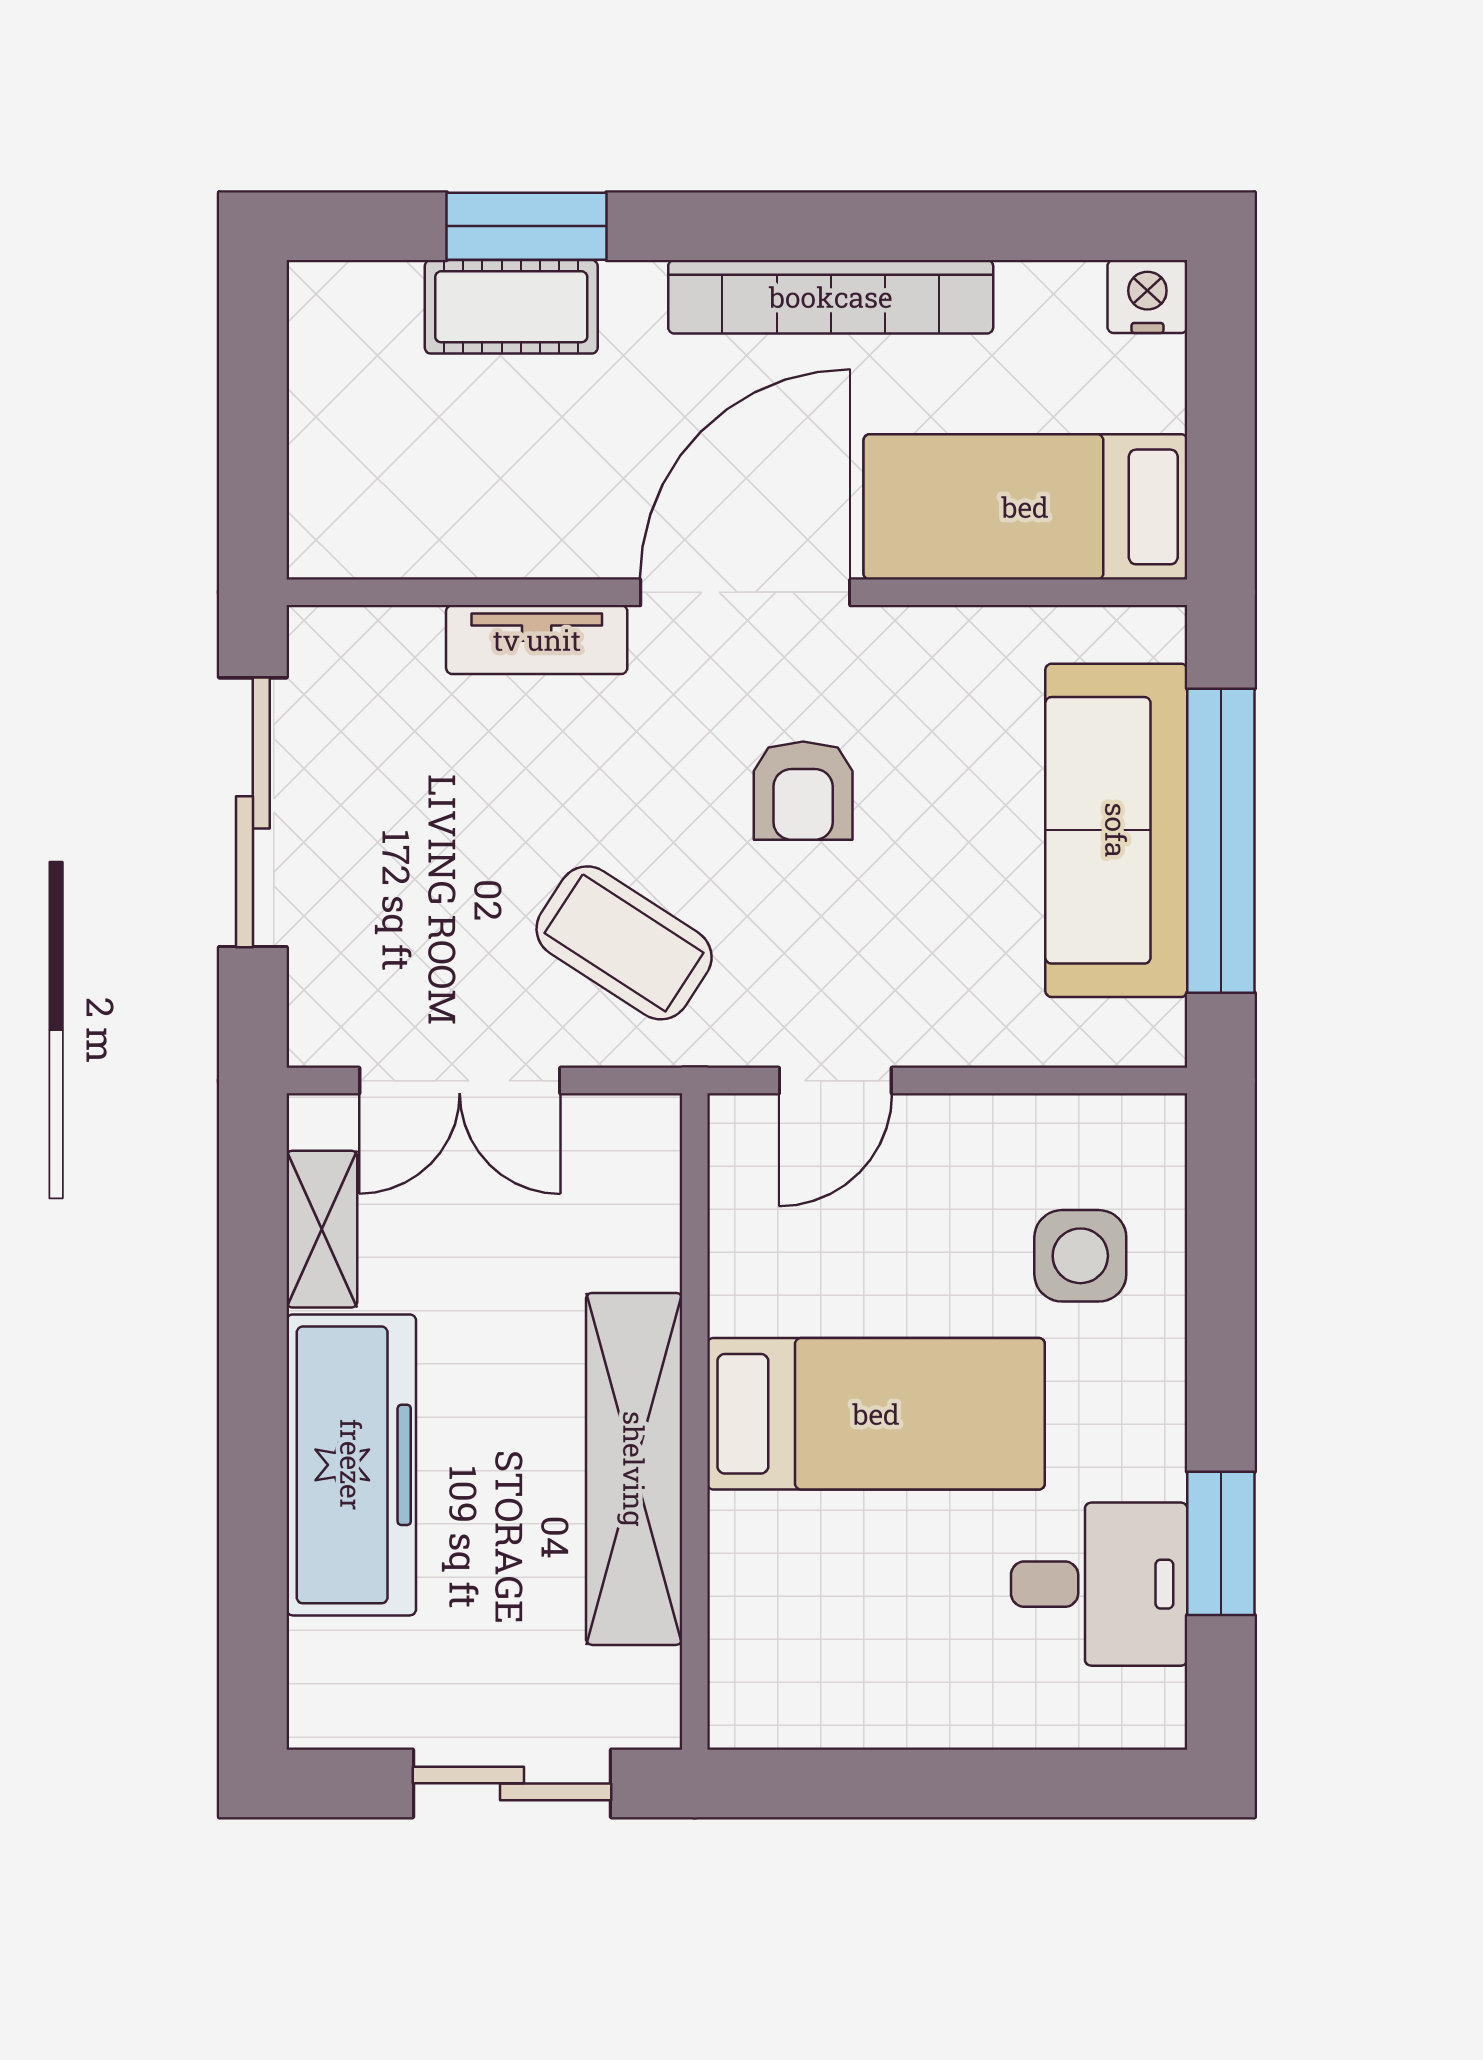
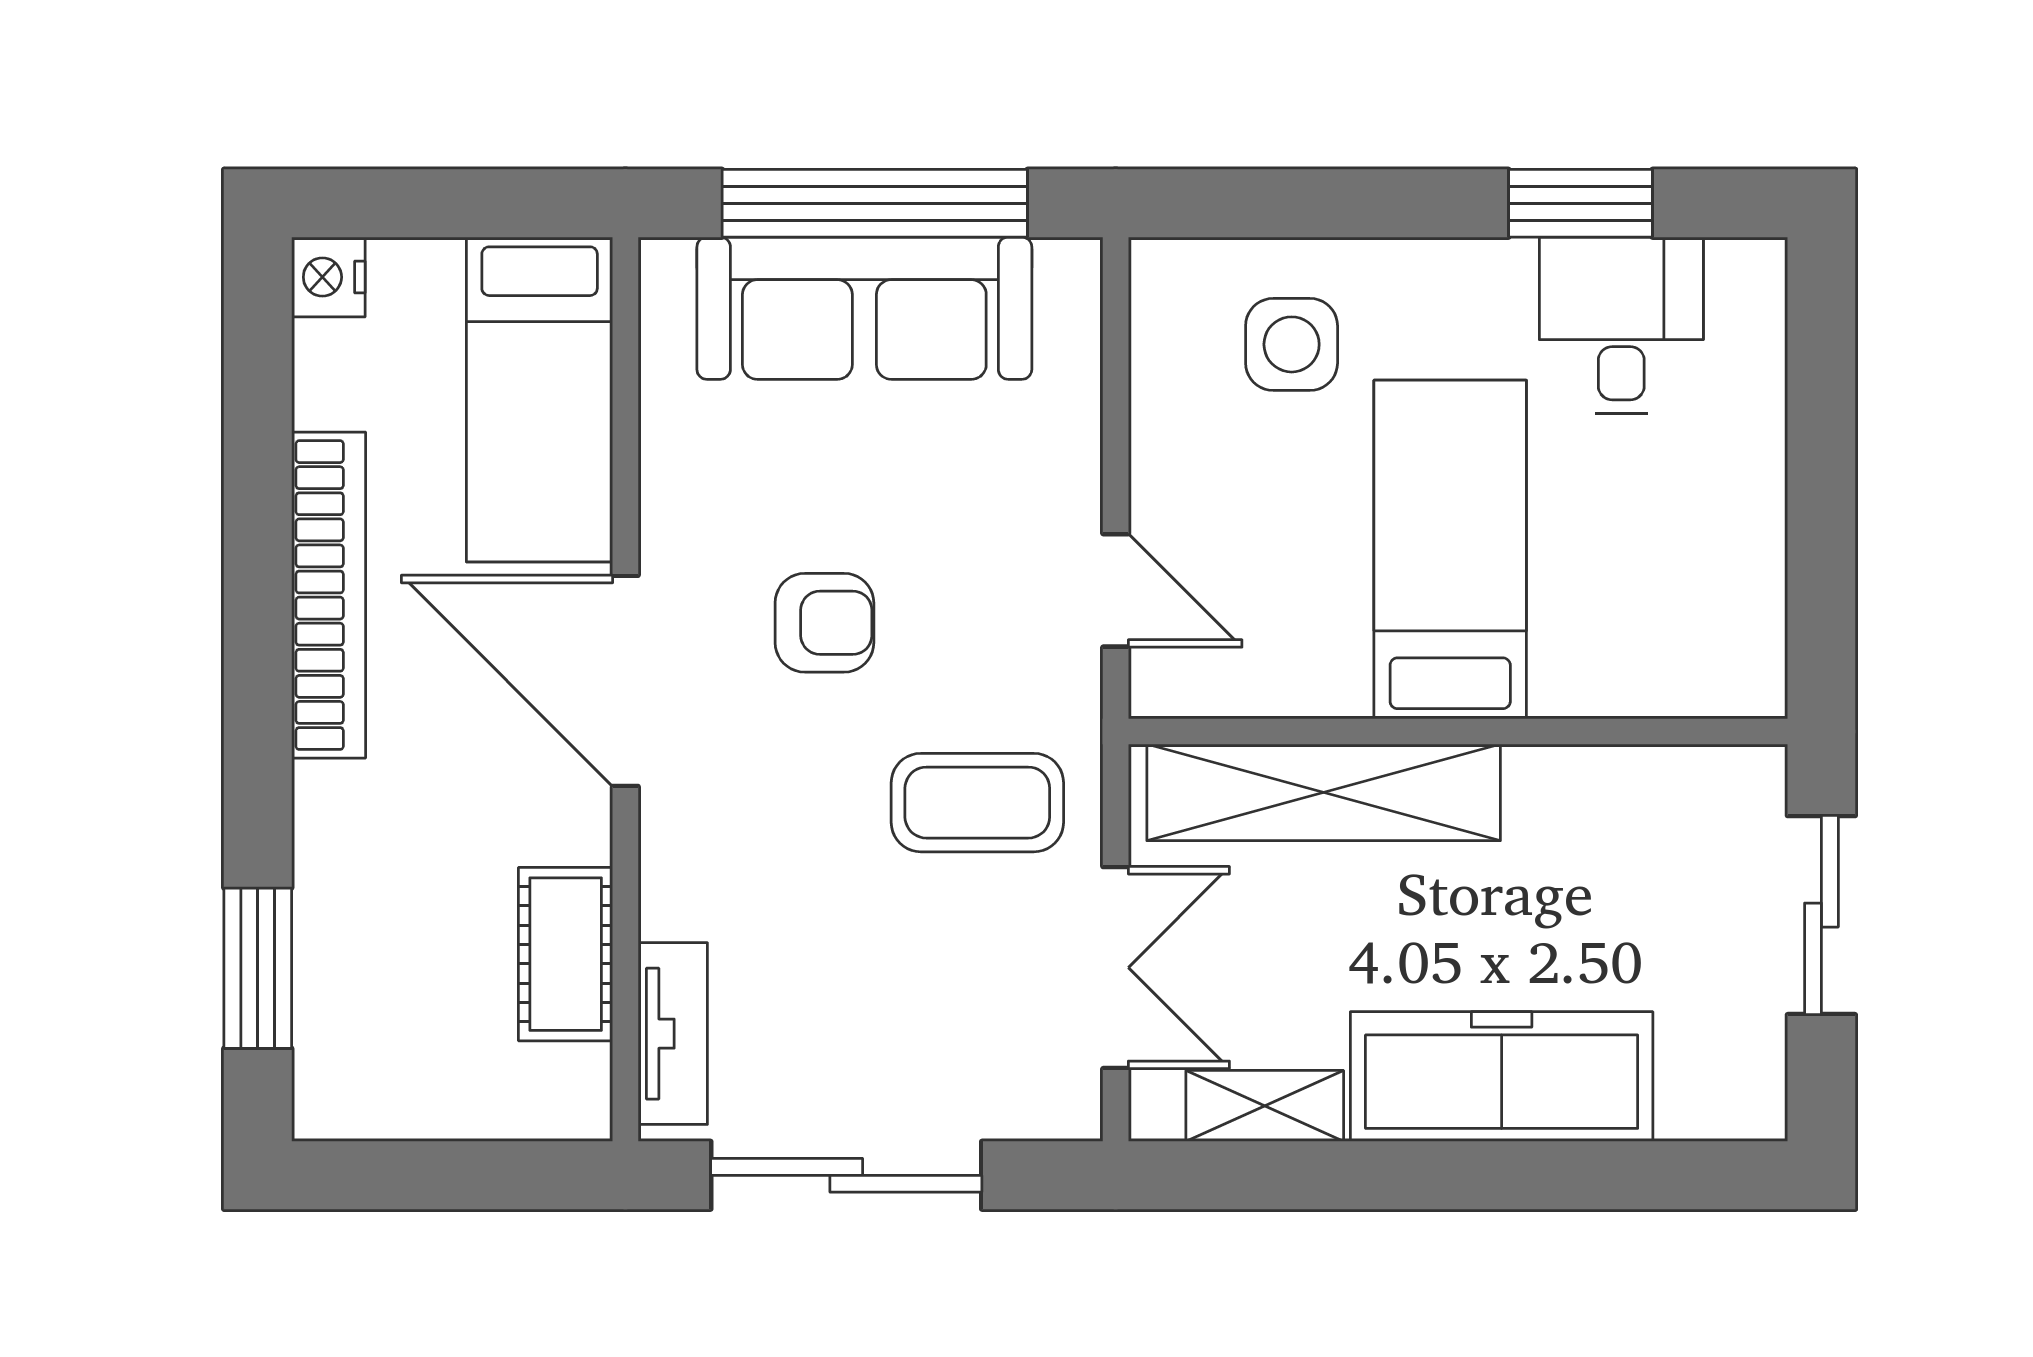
window: (527, 226) -> (258, 968), moved
cot: (511, 307) -> (566, 954), moved
tv unit: (537, 640) -> (673, 1034), moved
coffee table: (624, 943) -> (977, 803), turned 57
shelving: (634, 1469) -> (1324, 792), moved

